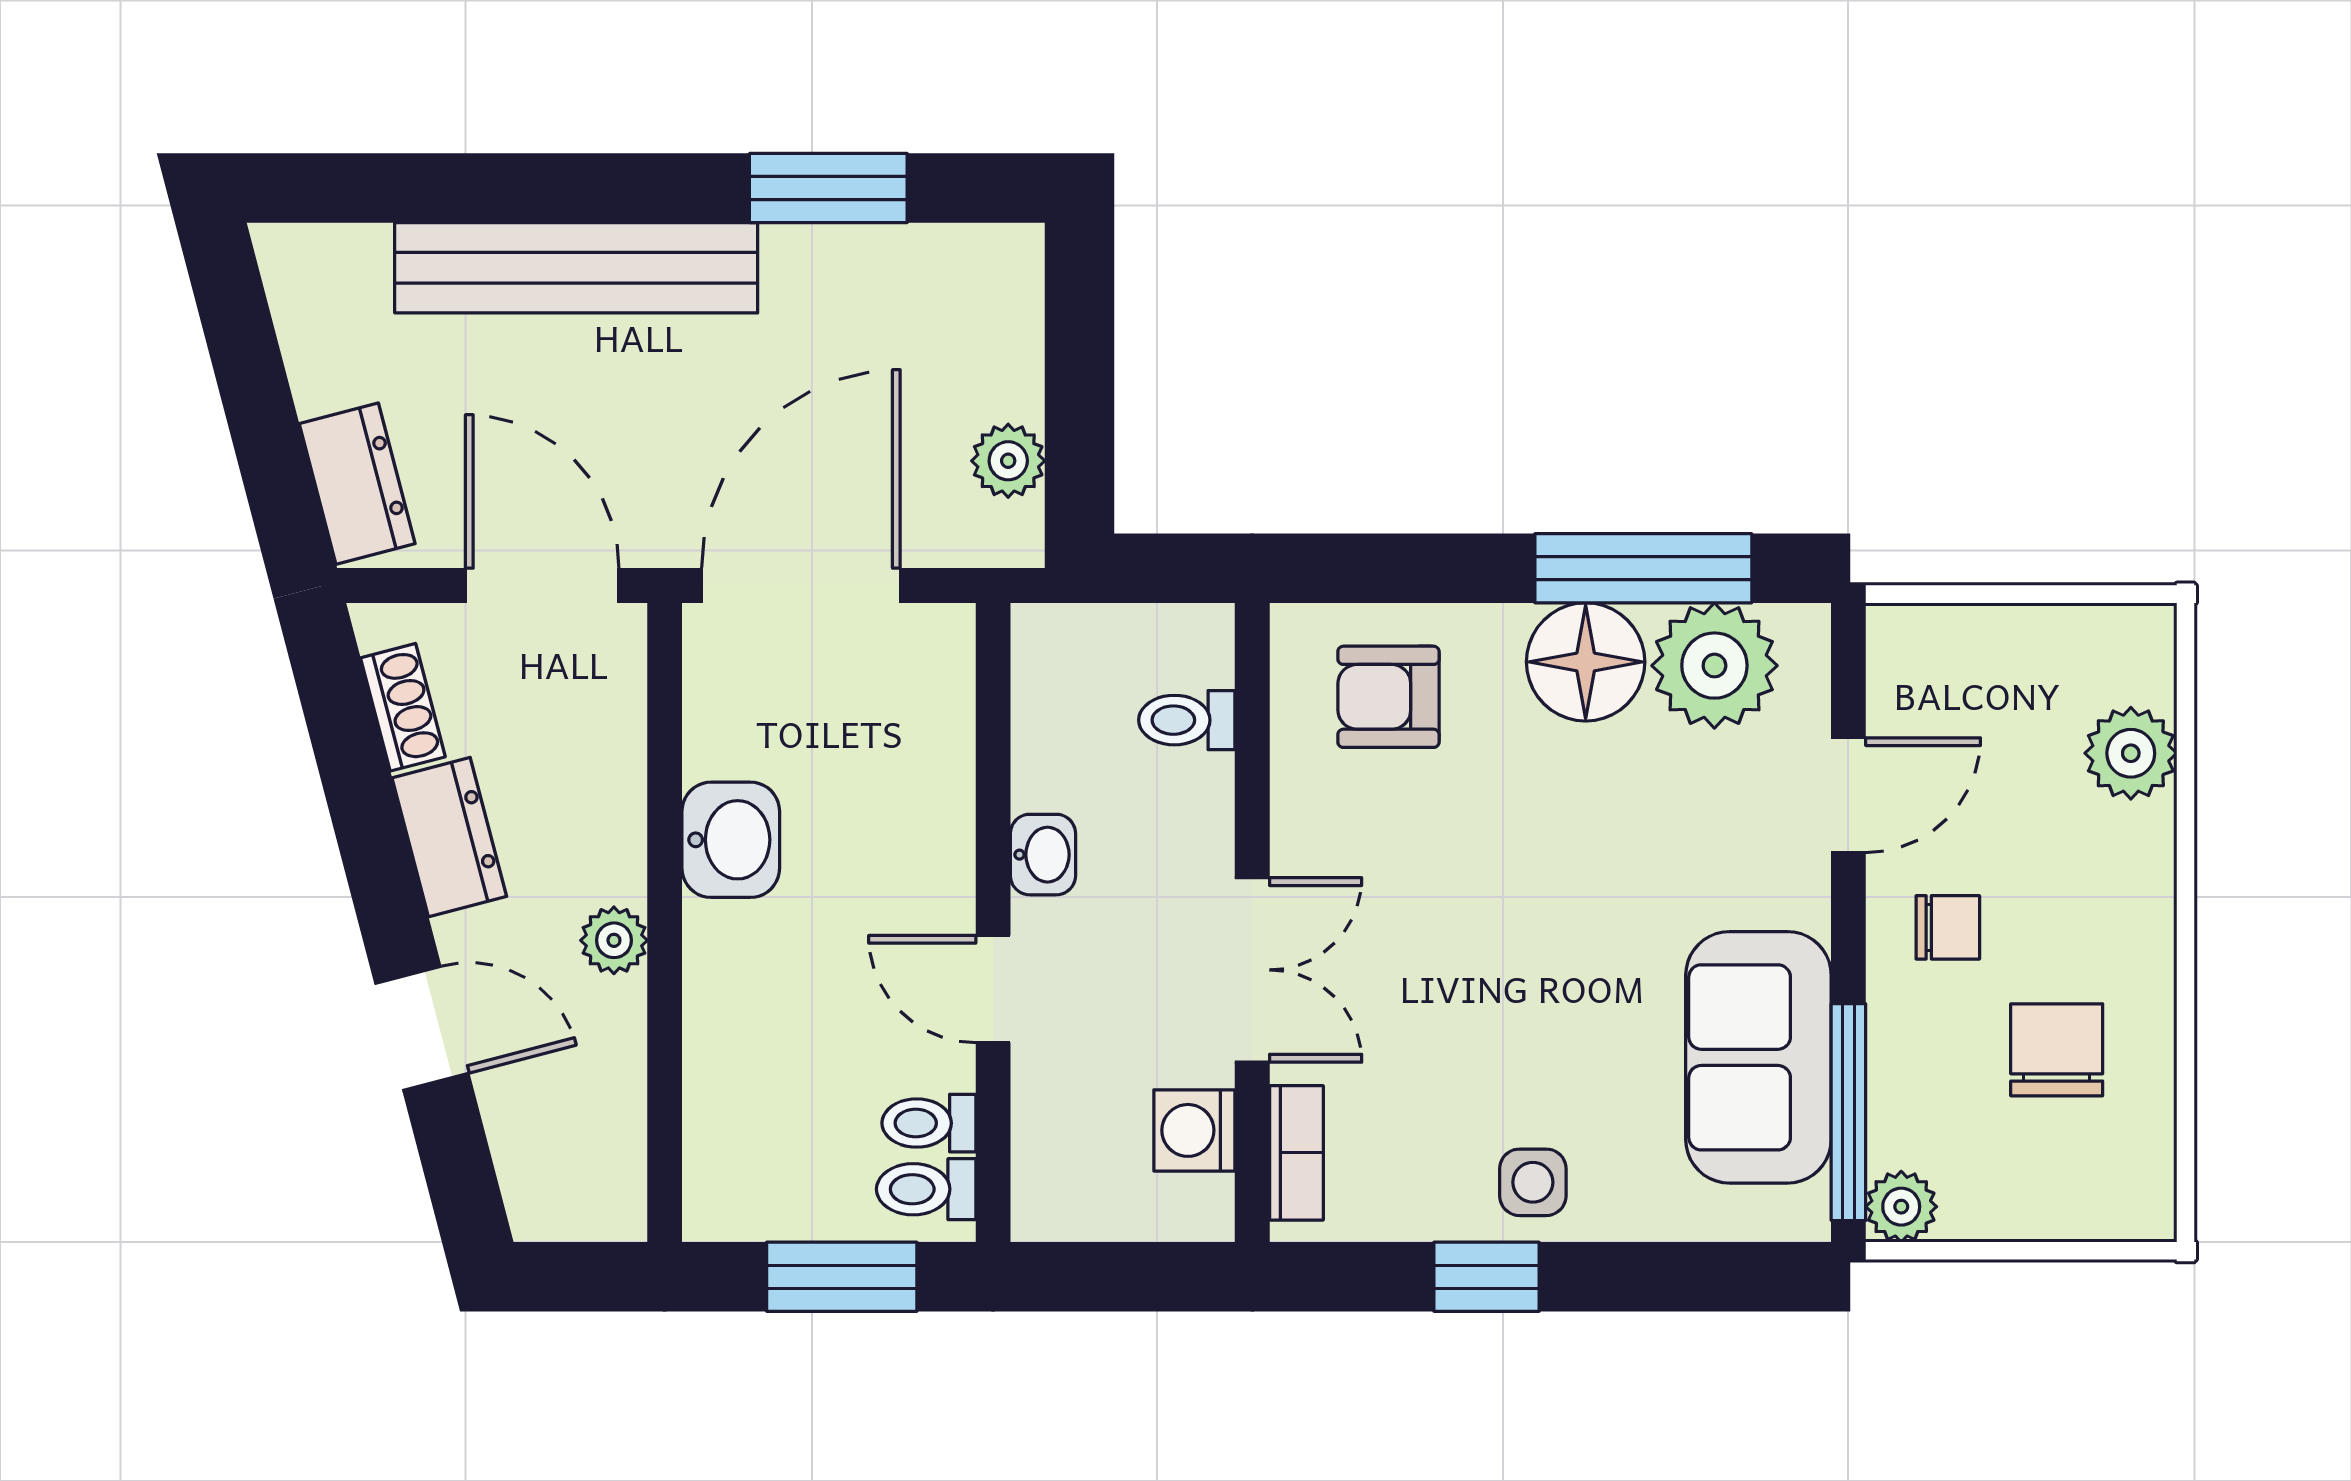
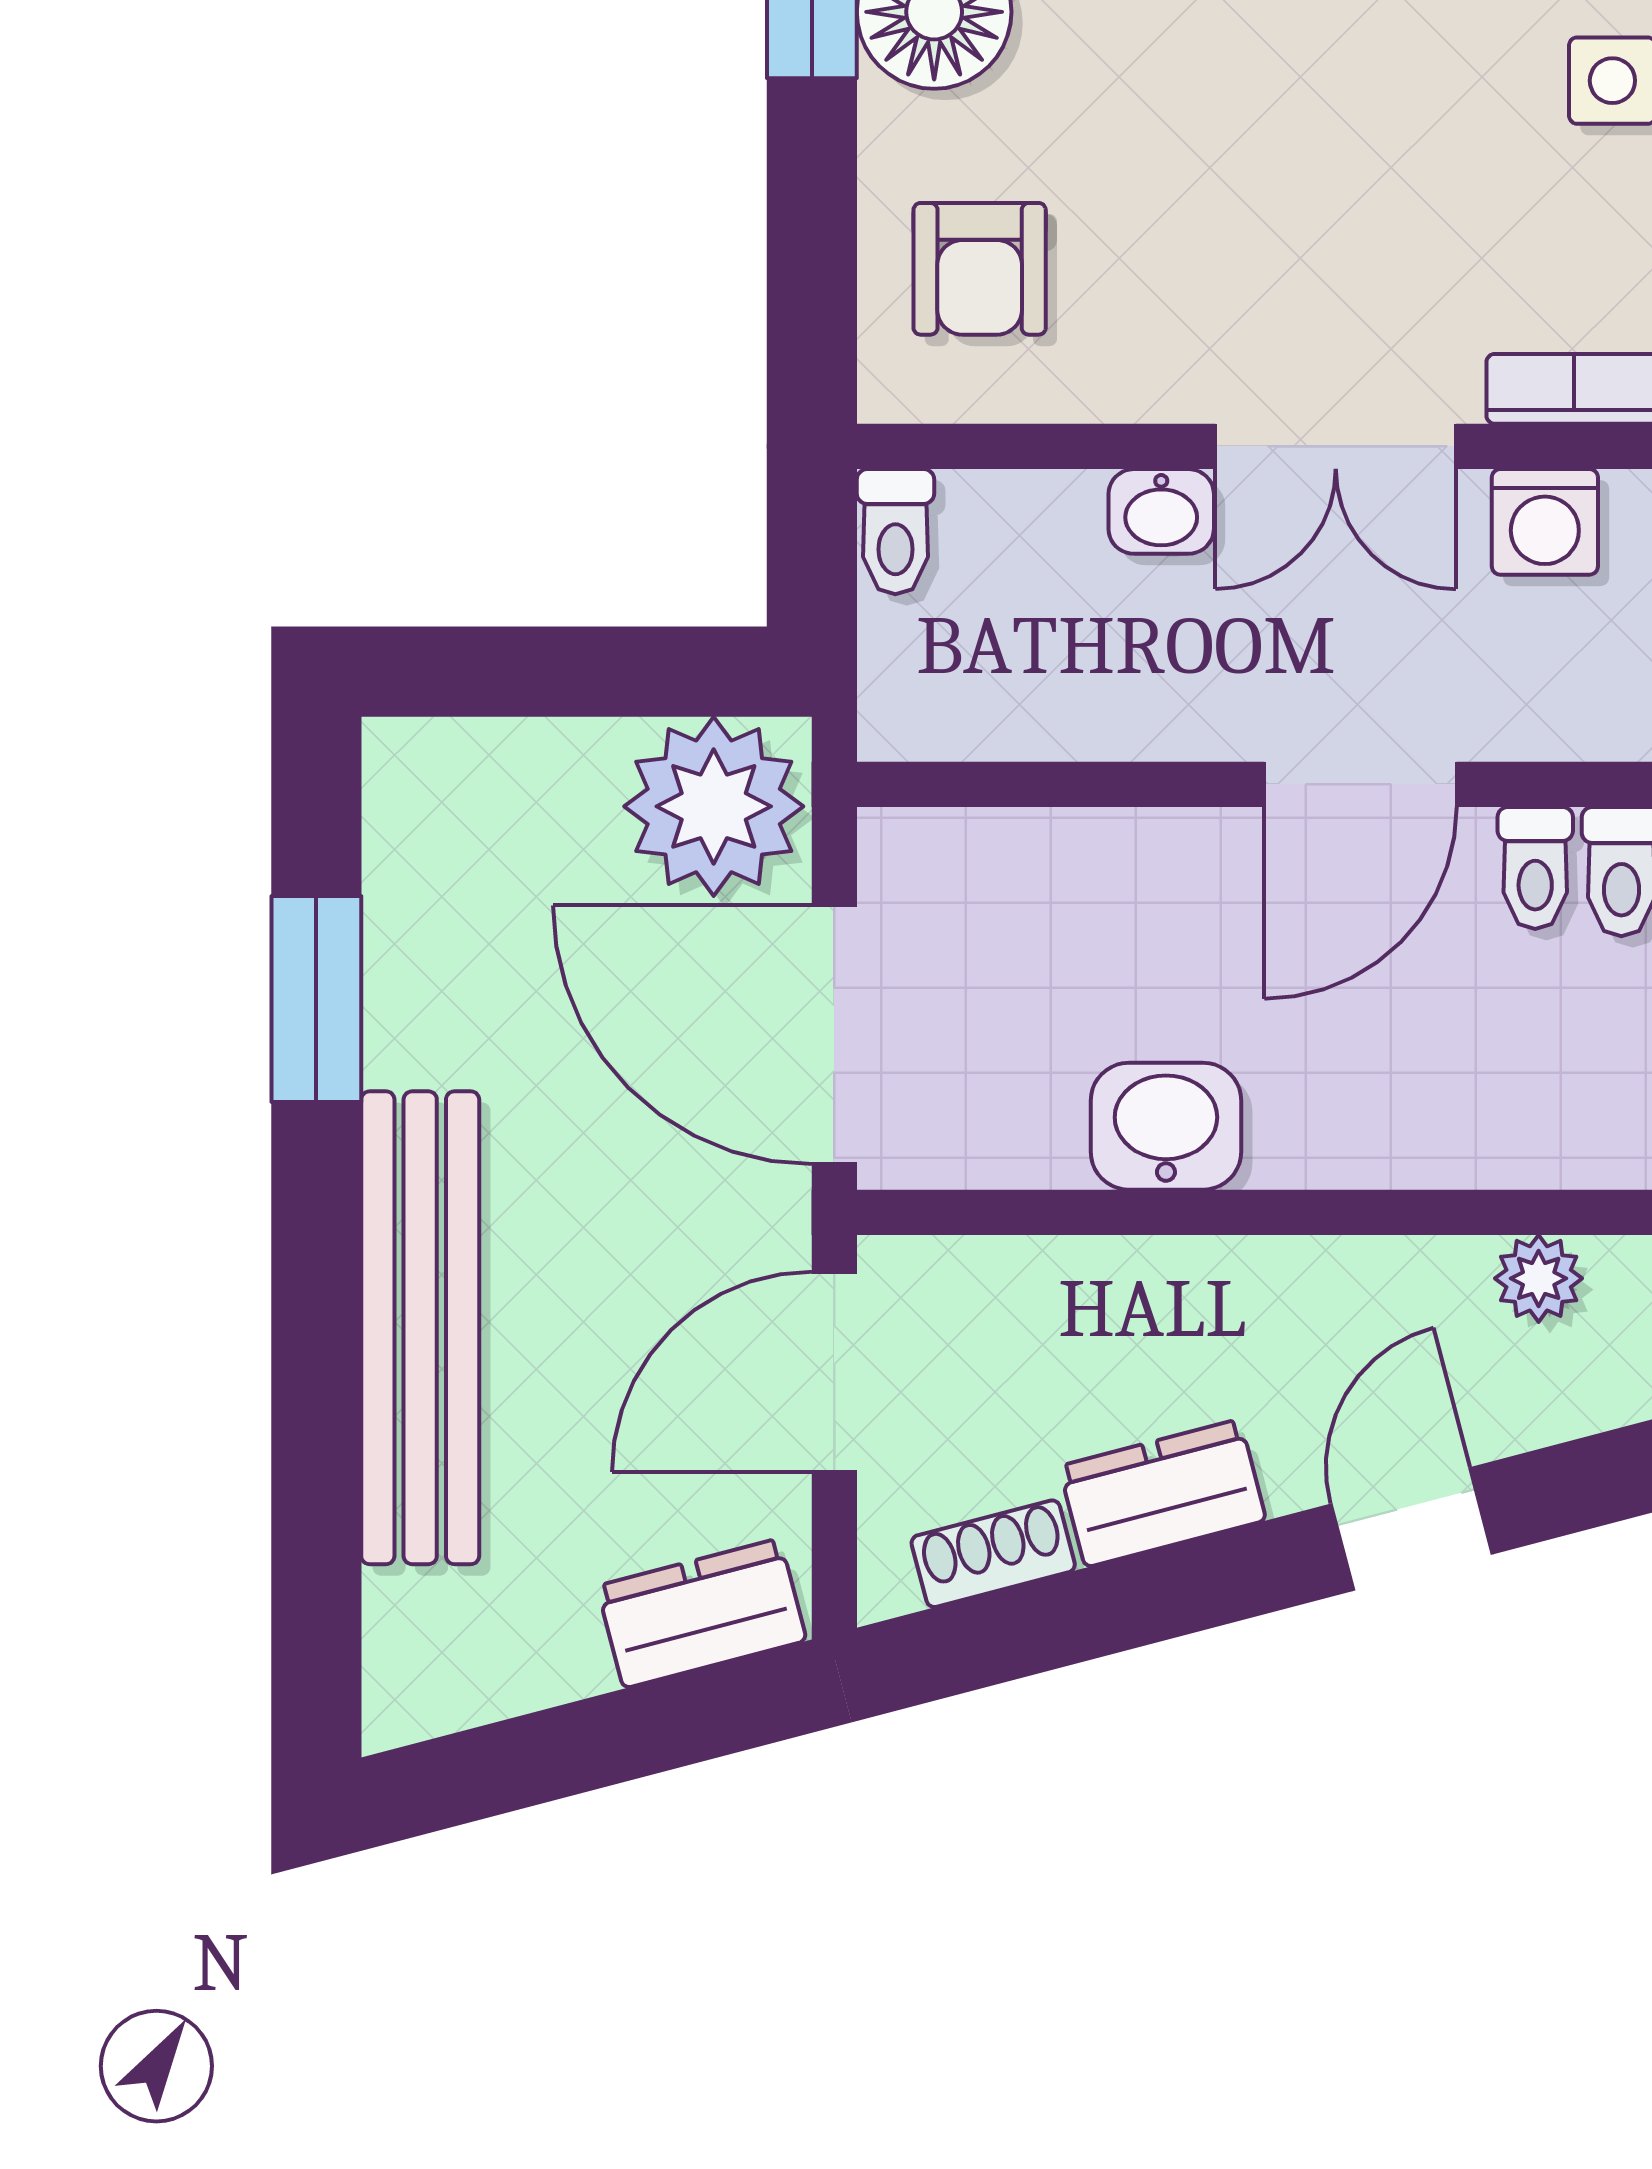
plant: (1008, 461) -> (714, 806), width x1.87, depth x1.87
toilet: (1187, 720) -> (895, 532), moved
washbasin: (1043, 855) -> (1161, 511), moved, turned 180
plant: (614, 940) -> (1539, 1278), moved
double door: (1252, 970) -> (1336, 446), swing flipped
door: (993, 989) -> (1361, 784), width x1.38

